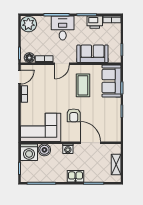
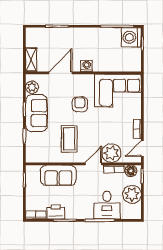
plant: (28, 24) -> (132, 194), moved
desk: (63, 28) -> (107, 205), moved
plant: (46, 73) -> (111, 153), added
sofa: (111, 81) -> (36, 113), moved
plant: (115, 130) -> (32, 87), added
door: (91, 143) -> (61, 73), swing flipped
boiler: (44, 150) -> (114, 65), removed
washing machine: (29, 152) -> (131, 37), moved, turned -90
shelving: (116, 164) -> (31, 60), moved
kitchen sink: (75, 176) -> (78, 34), removed

